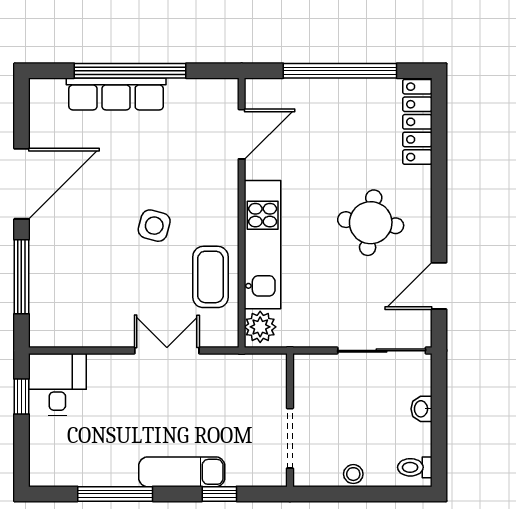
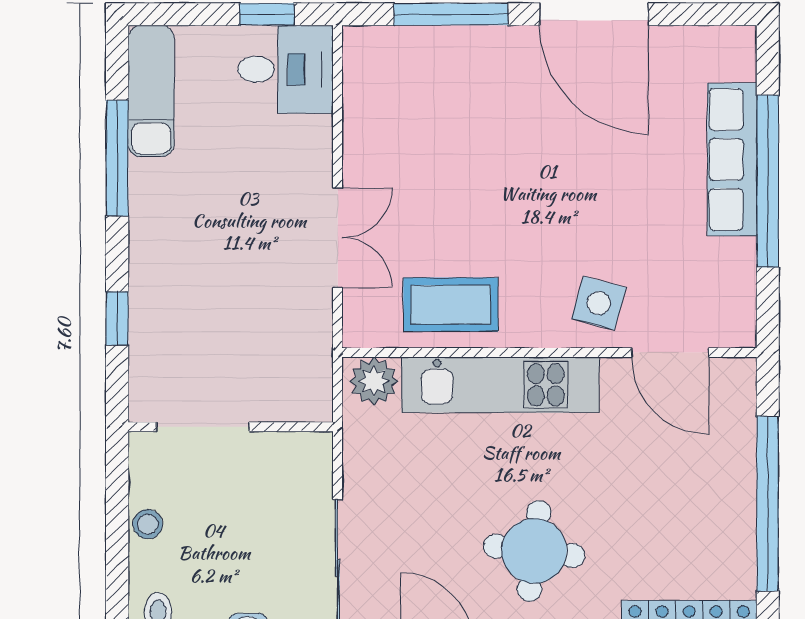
side table: (154, 226) -> (599, 303), moved
exam couch: (182, 472) -> (151, 91), moved

